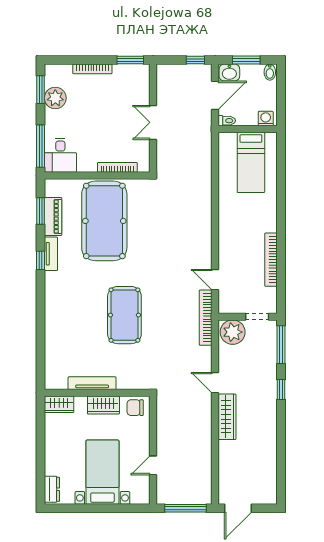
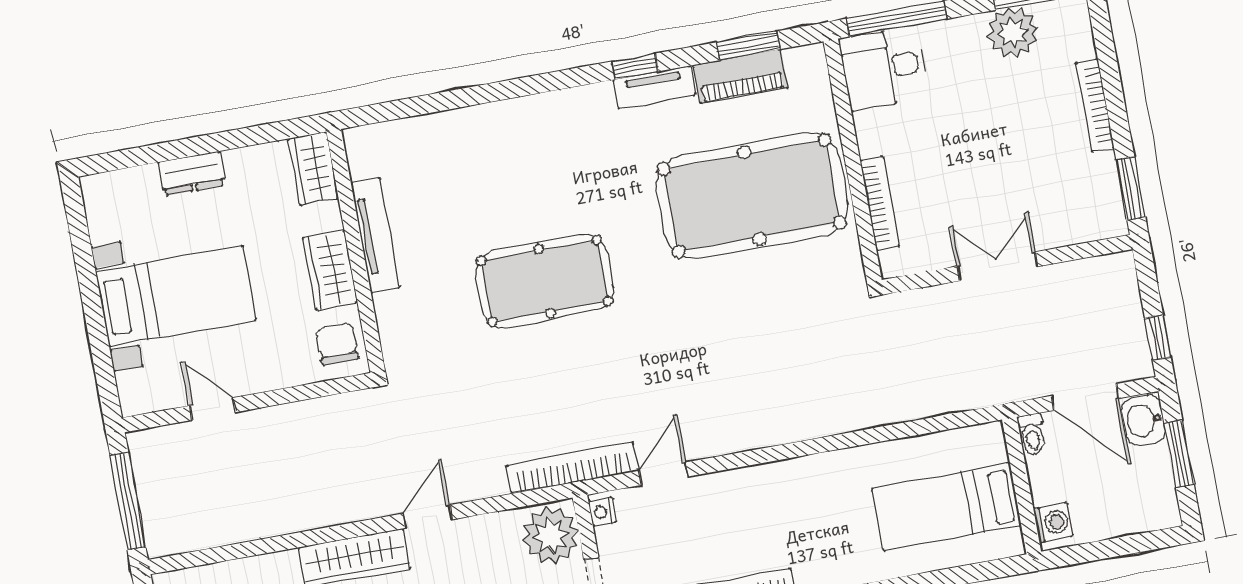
bidet: (270, 72) -> (1161, 513), removed
nightstand: (226, 308) -> (602, 512), added
dresser: (52, 489) -> (192, 174), moved

